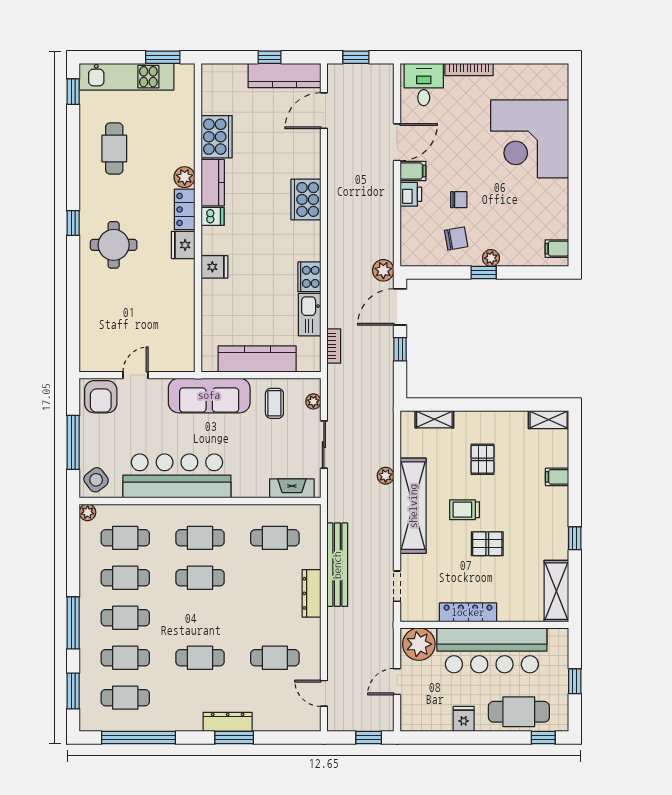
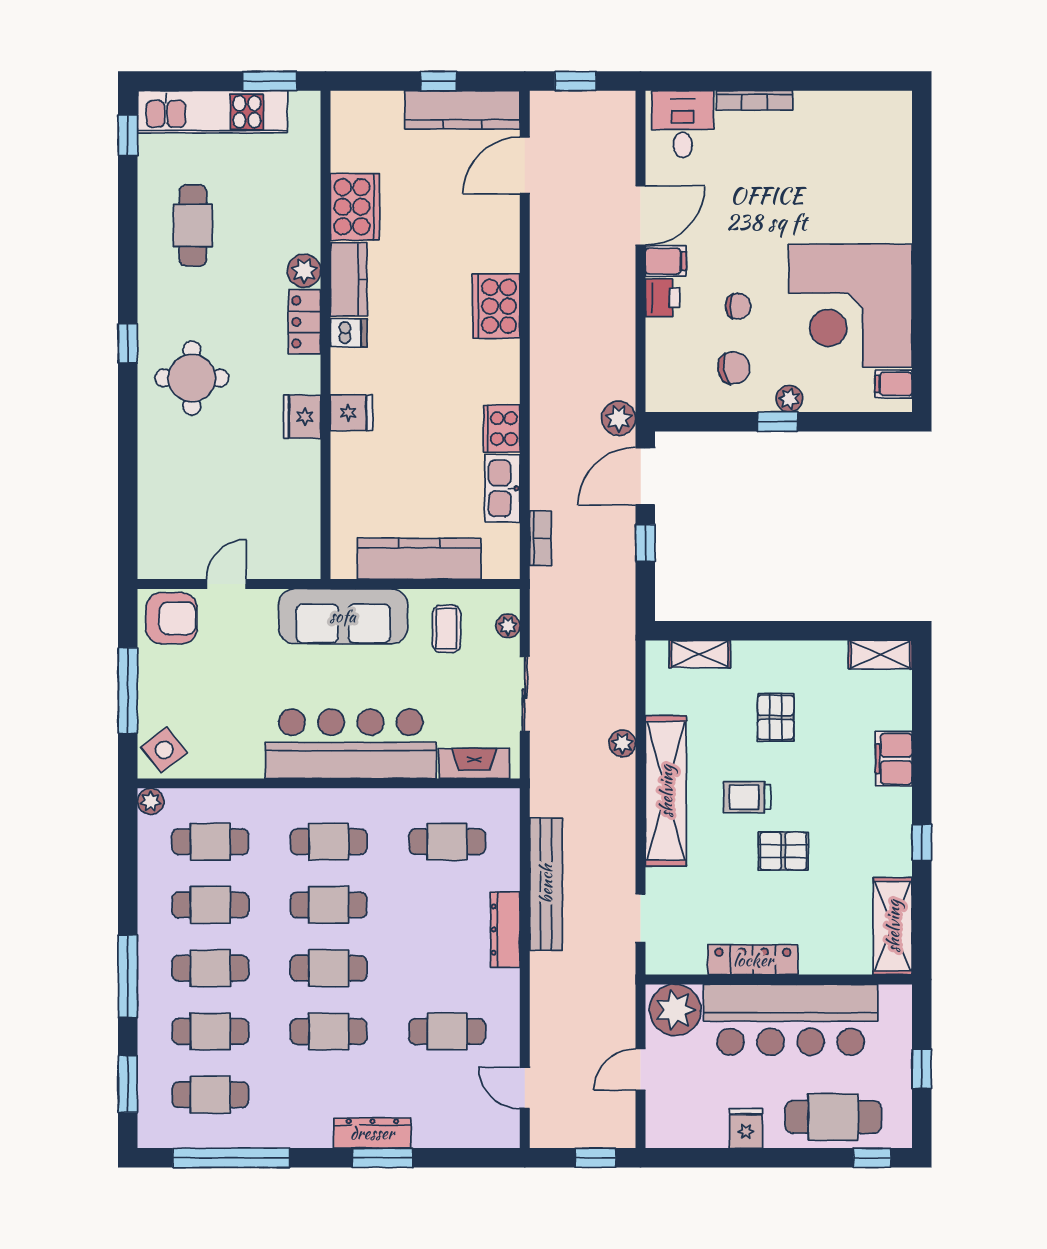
corner desk: (530, 139) -> (850, 306), moved
fridge: (183, 245) -> (302, 417), moved
armchair: (101, 397) -> (172, 618), turned -90
bar counter: (177, 476) -> (351, 744), moved
filing cabinet: (557, 477) -> (894, 759), width x2.00
cafe table: (200, 618) -> (329, 968), added

